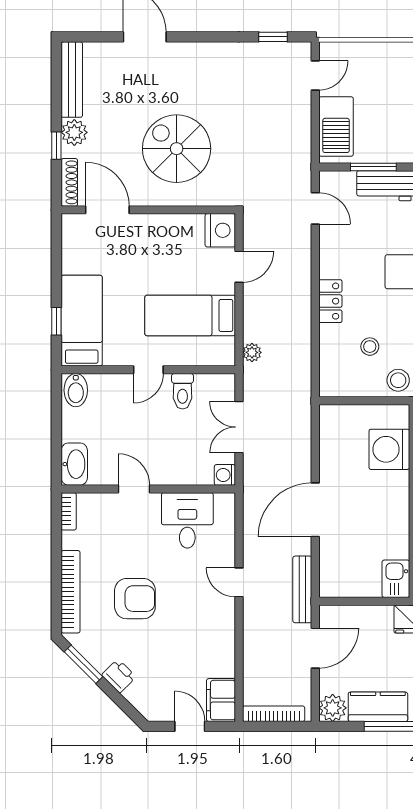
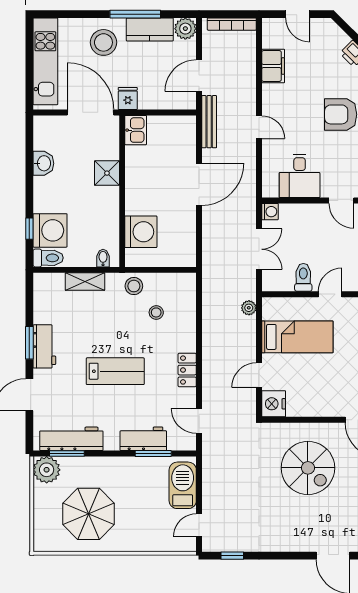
locker: (330, 301) -> (187, 370), moved
filing cabinet: (221, 700) -> (273, 66), moved

